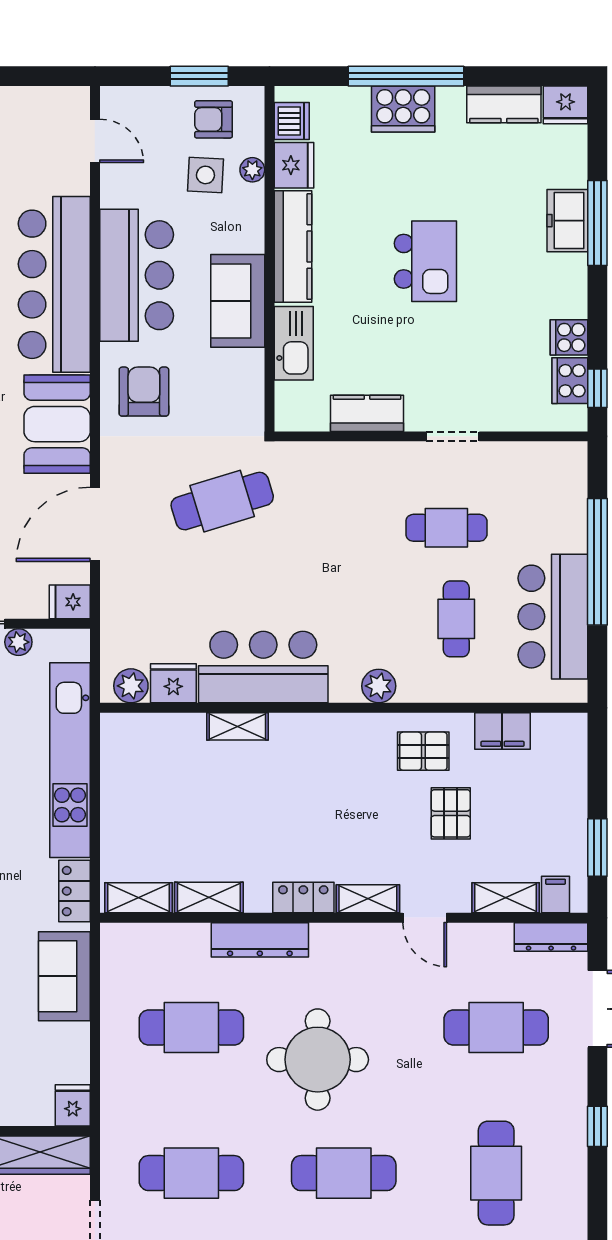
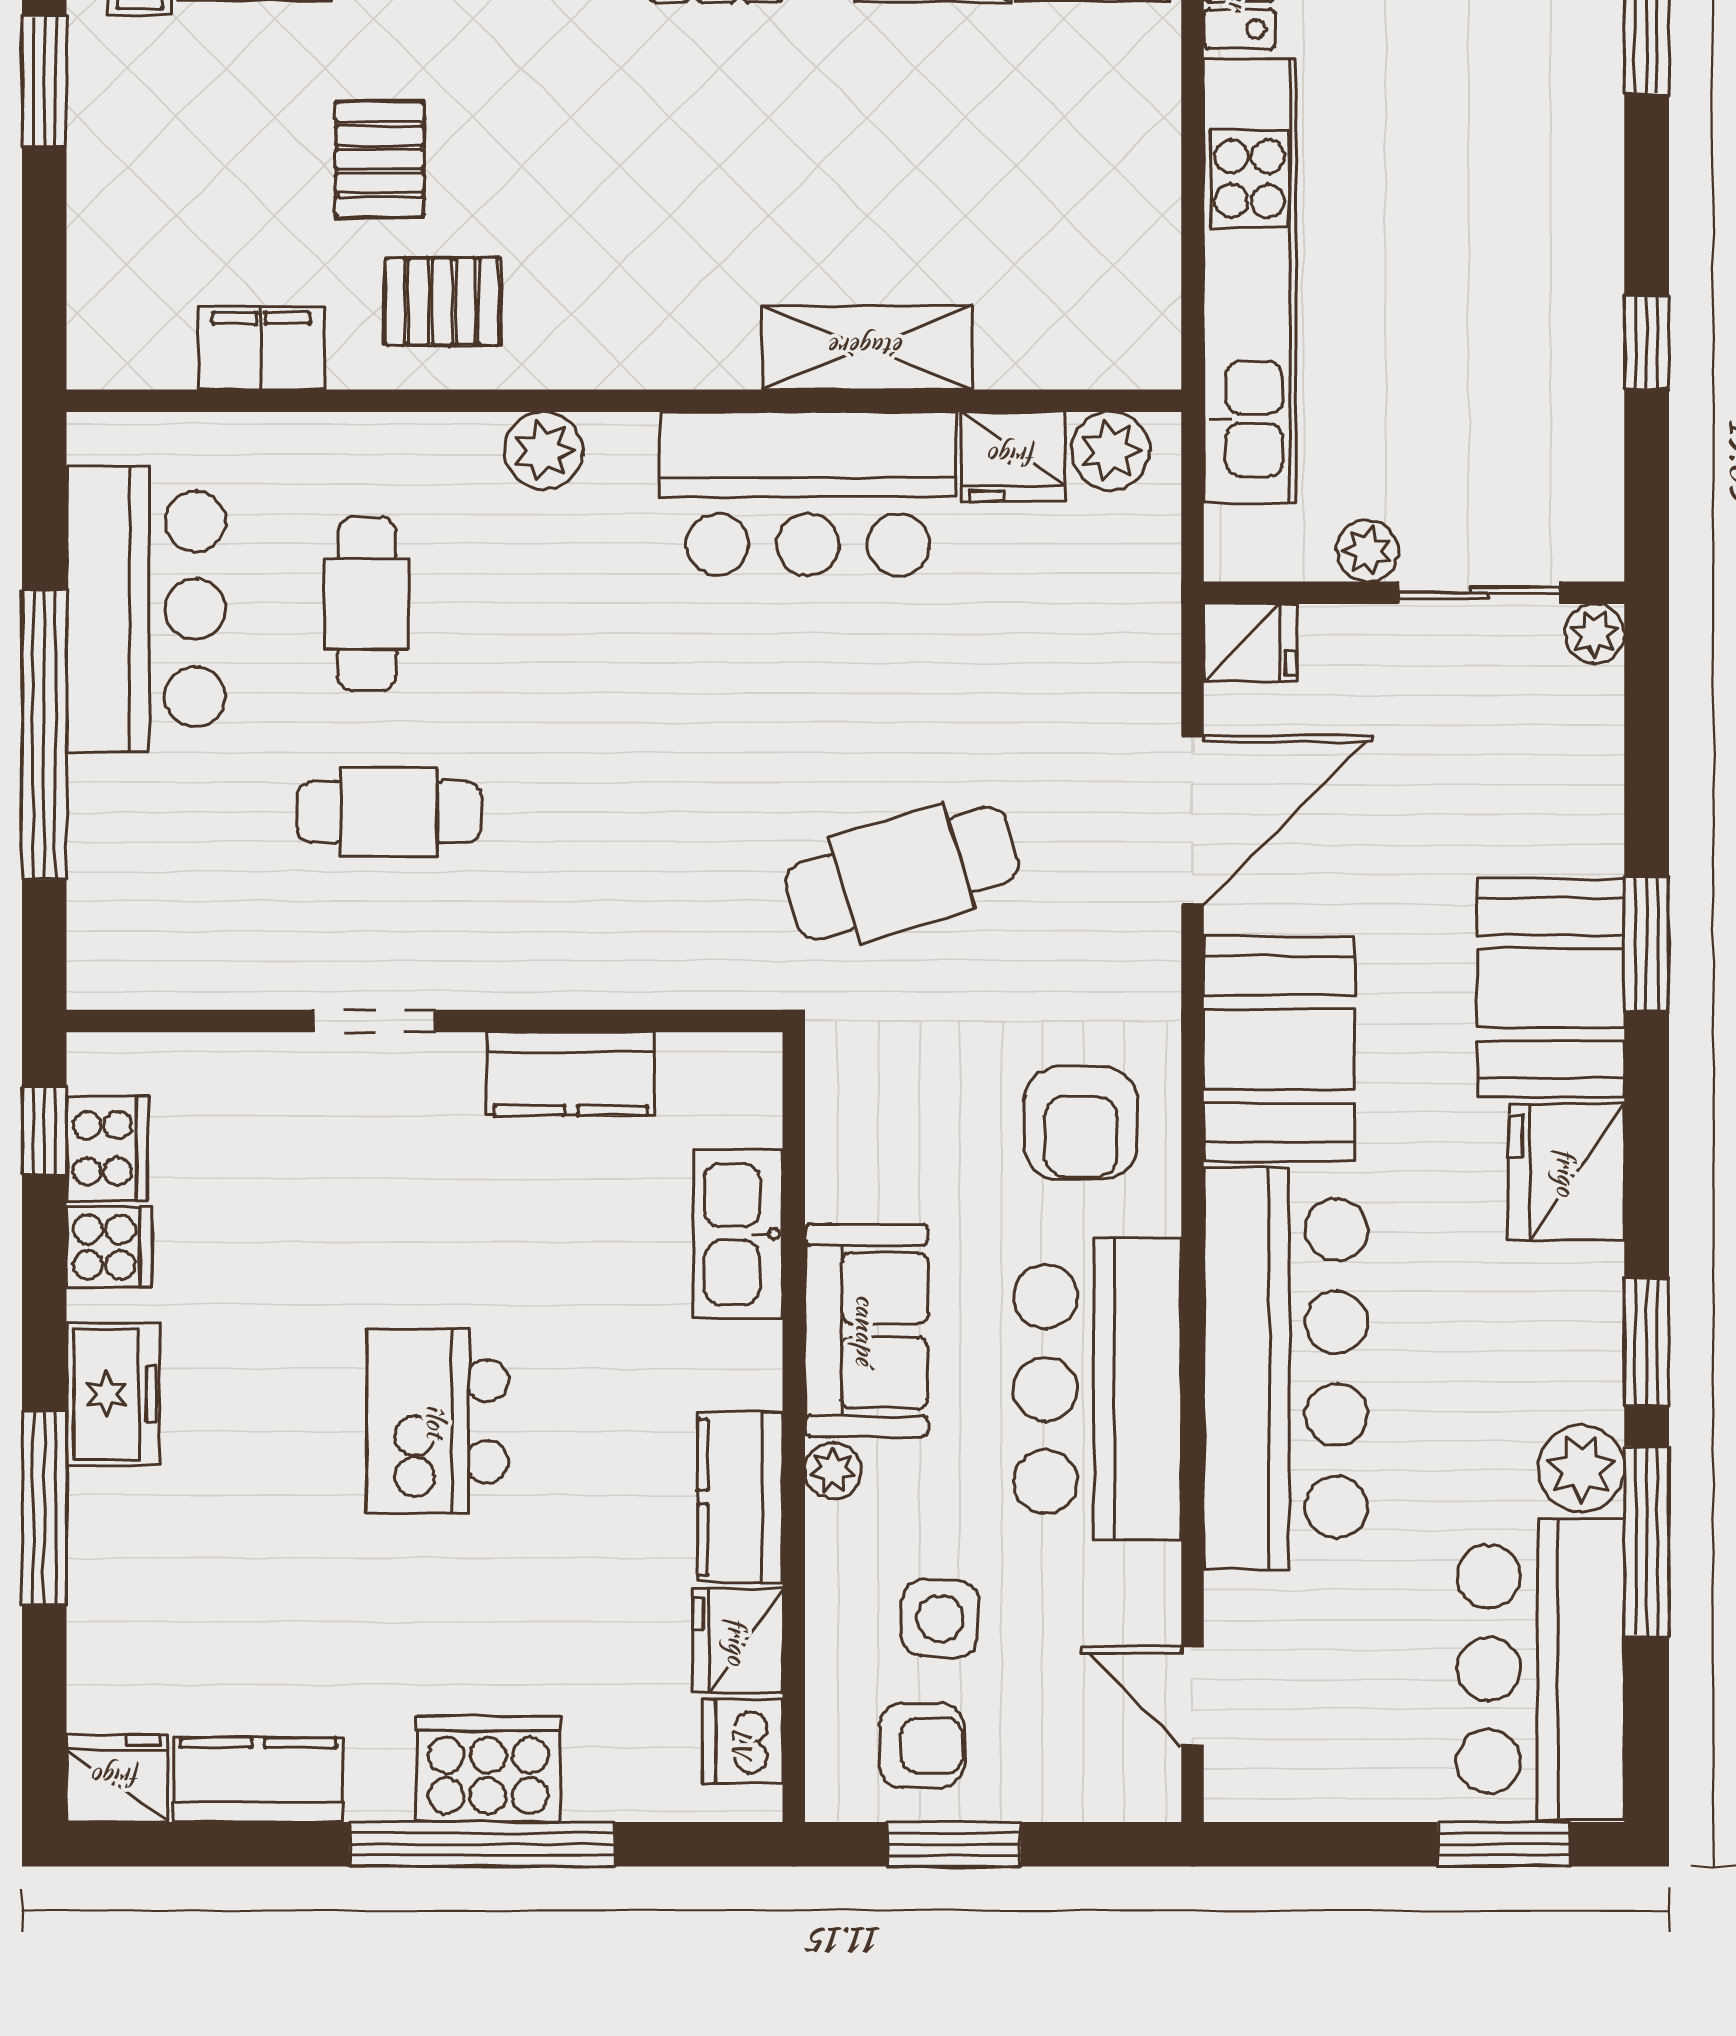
plant: (252, 170) -> (833, 1471), moved
freezer: (567, 221) -> (113, 1394), moved
kitchen counter: (293, 247) -> (740, 1497), width x0.67
shelving: (237, 726) -> (867, 348), width x1.50, depth x1.33

